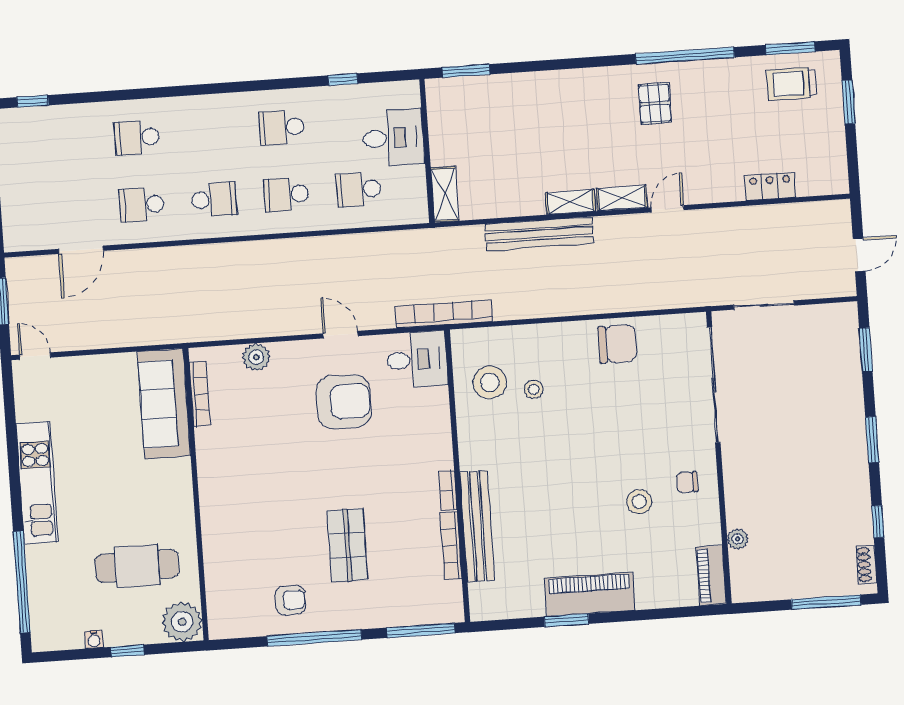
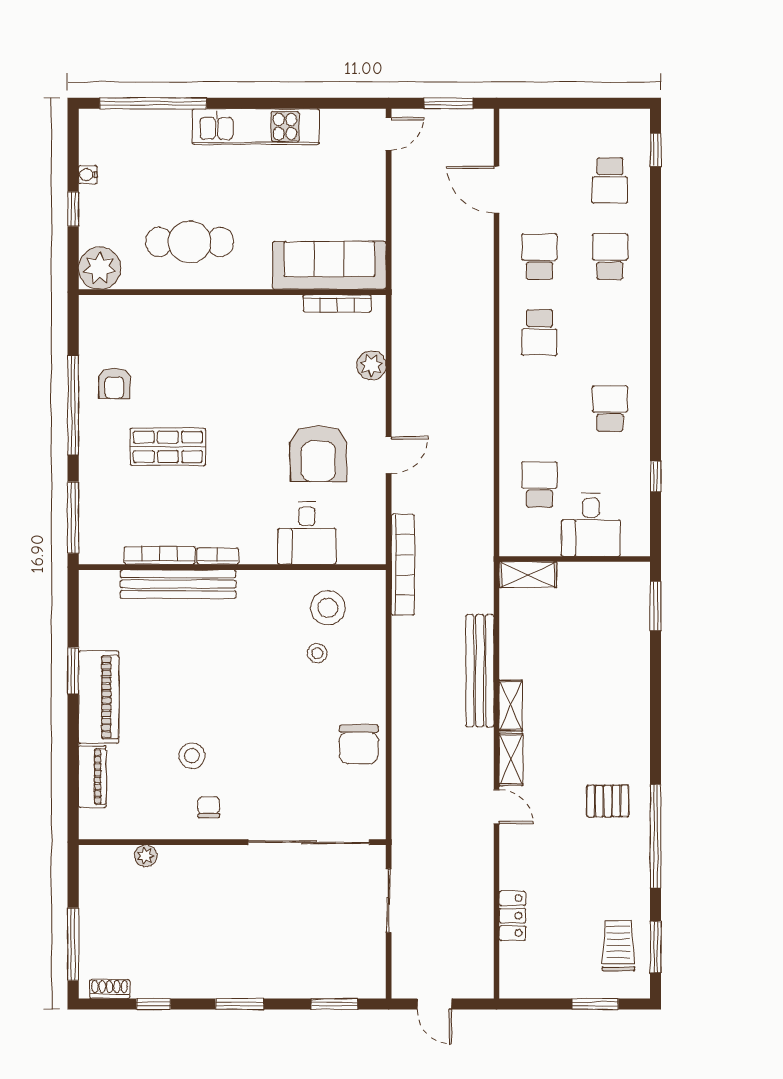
school desk: (286, 194) -> (610, 180), moved, turned 180
desk: (417, 360) -> (307, 533), moved
cafe table: (137, 566) -> (190, 242), moved, turned 90
piano: (711, 575) -> (92, 777), moved, turned 90

